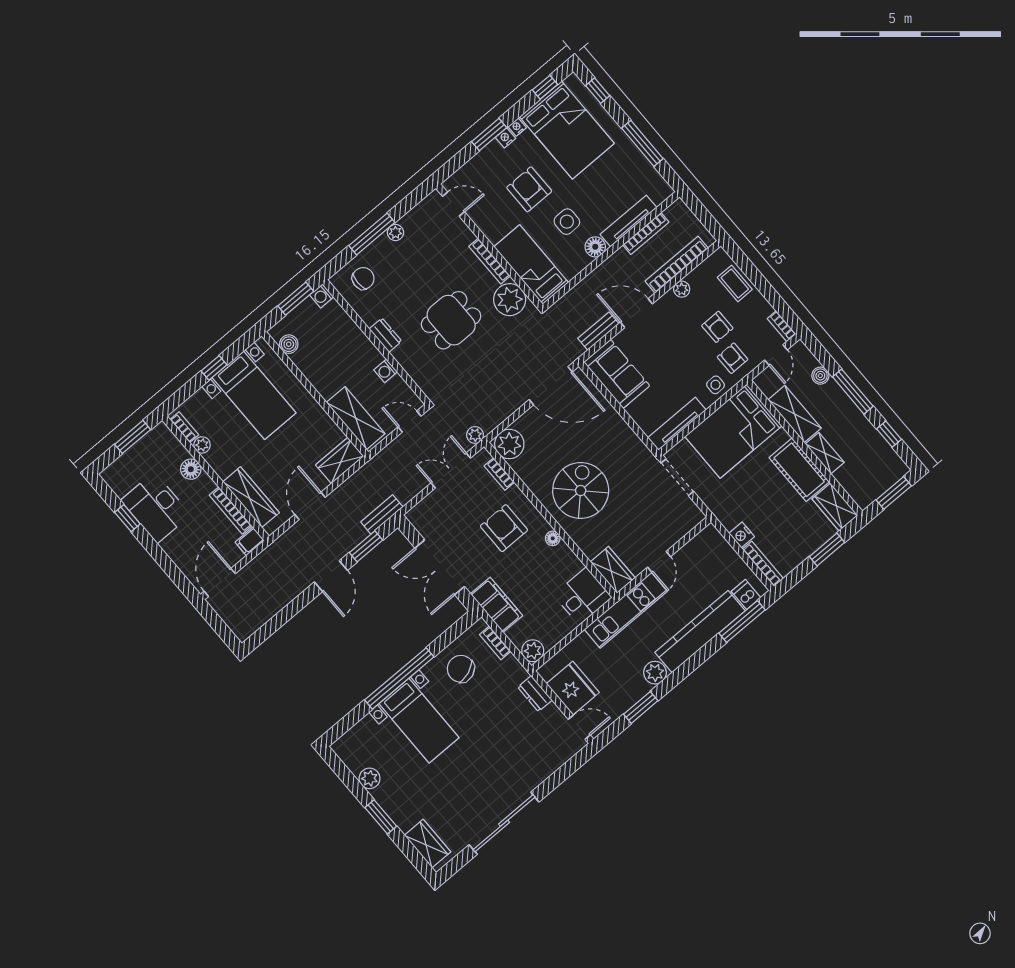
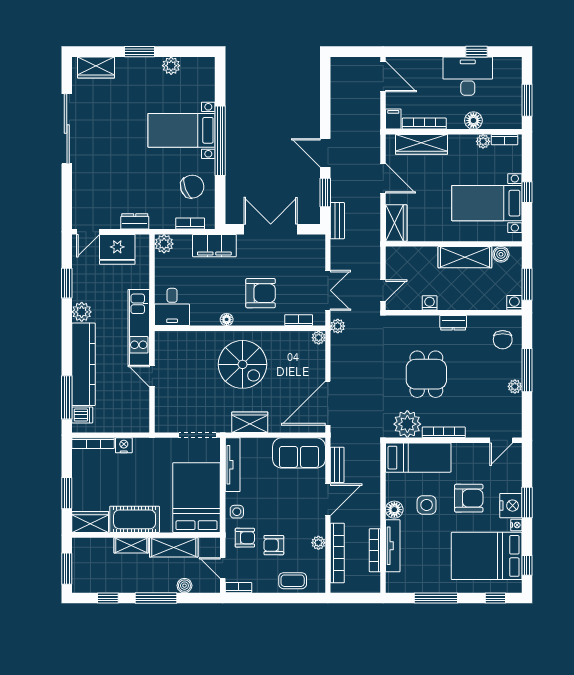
nightstand: (506, 138) -> (511, 506), width x1.89, depth x1.79
shelving: (356, 418) -> (465, 257), moved
plant: (509, 444) -> (319, 338), width x0.53, depth x0.53
wardrobe: (613, 570) -> (250, 422), moved, turned 180

